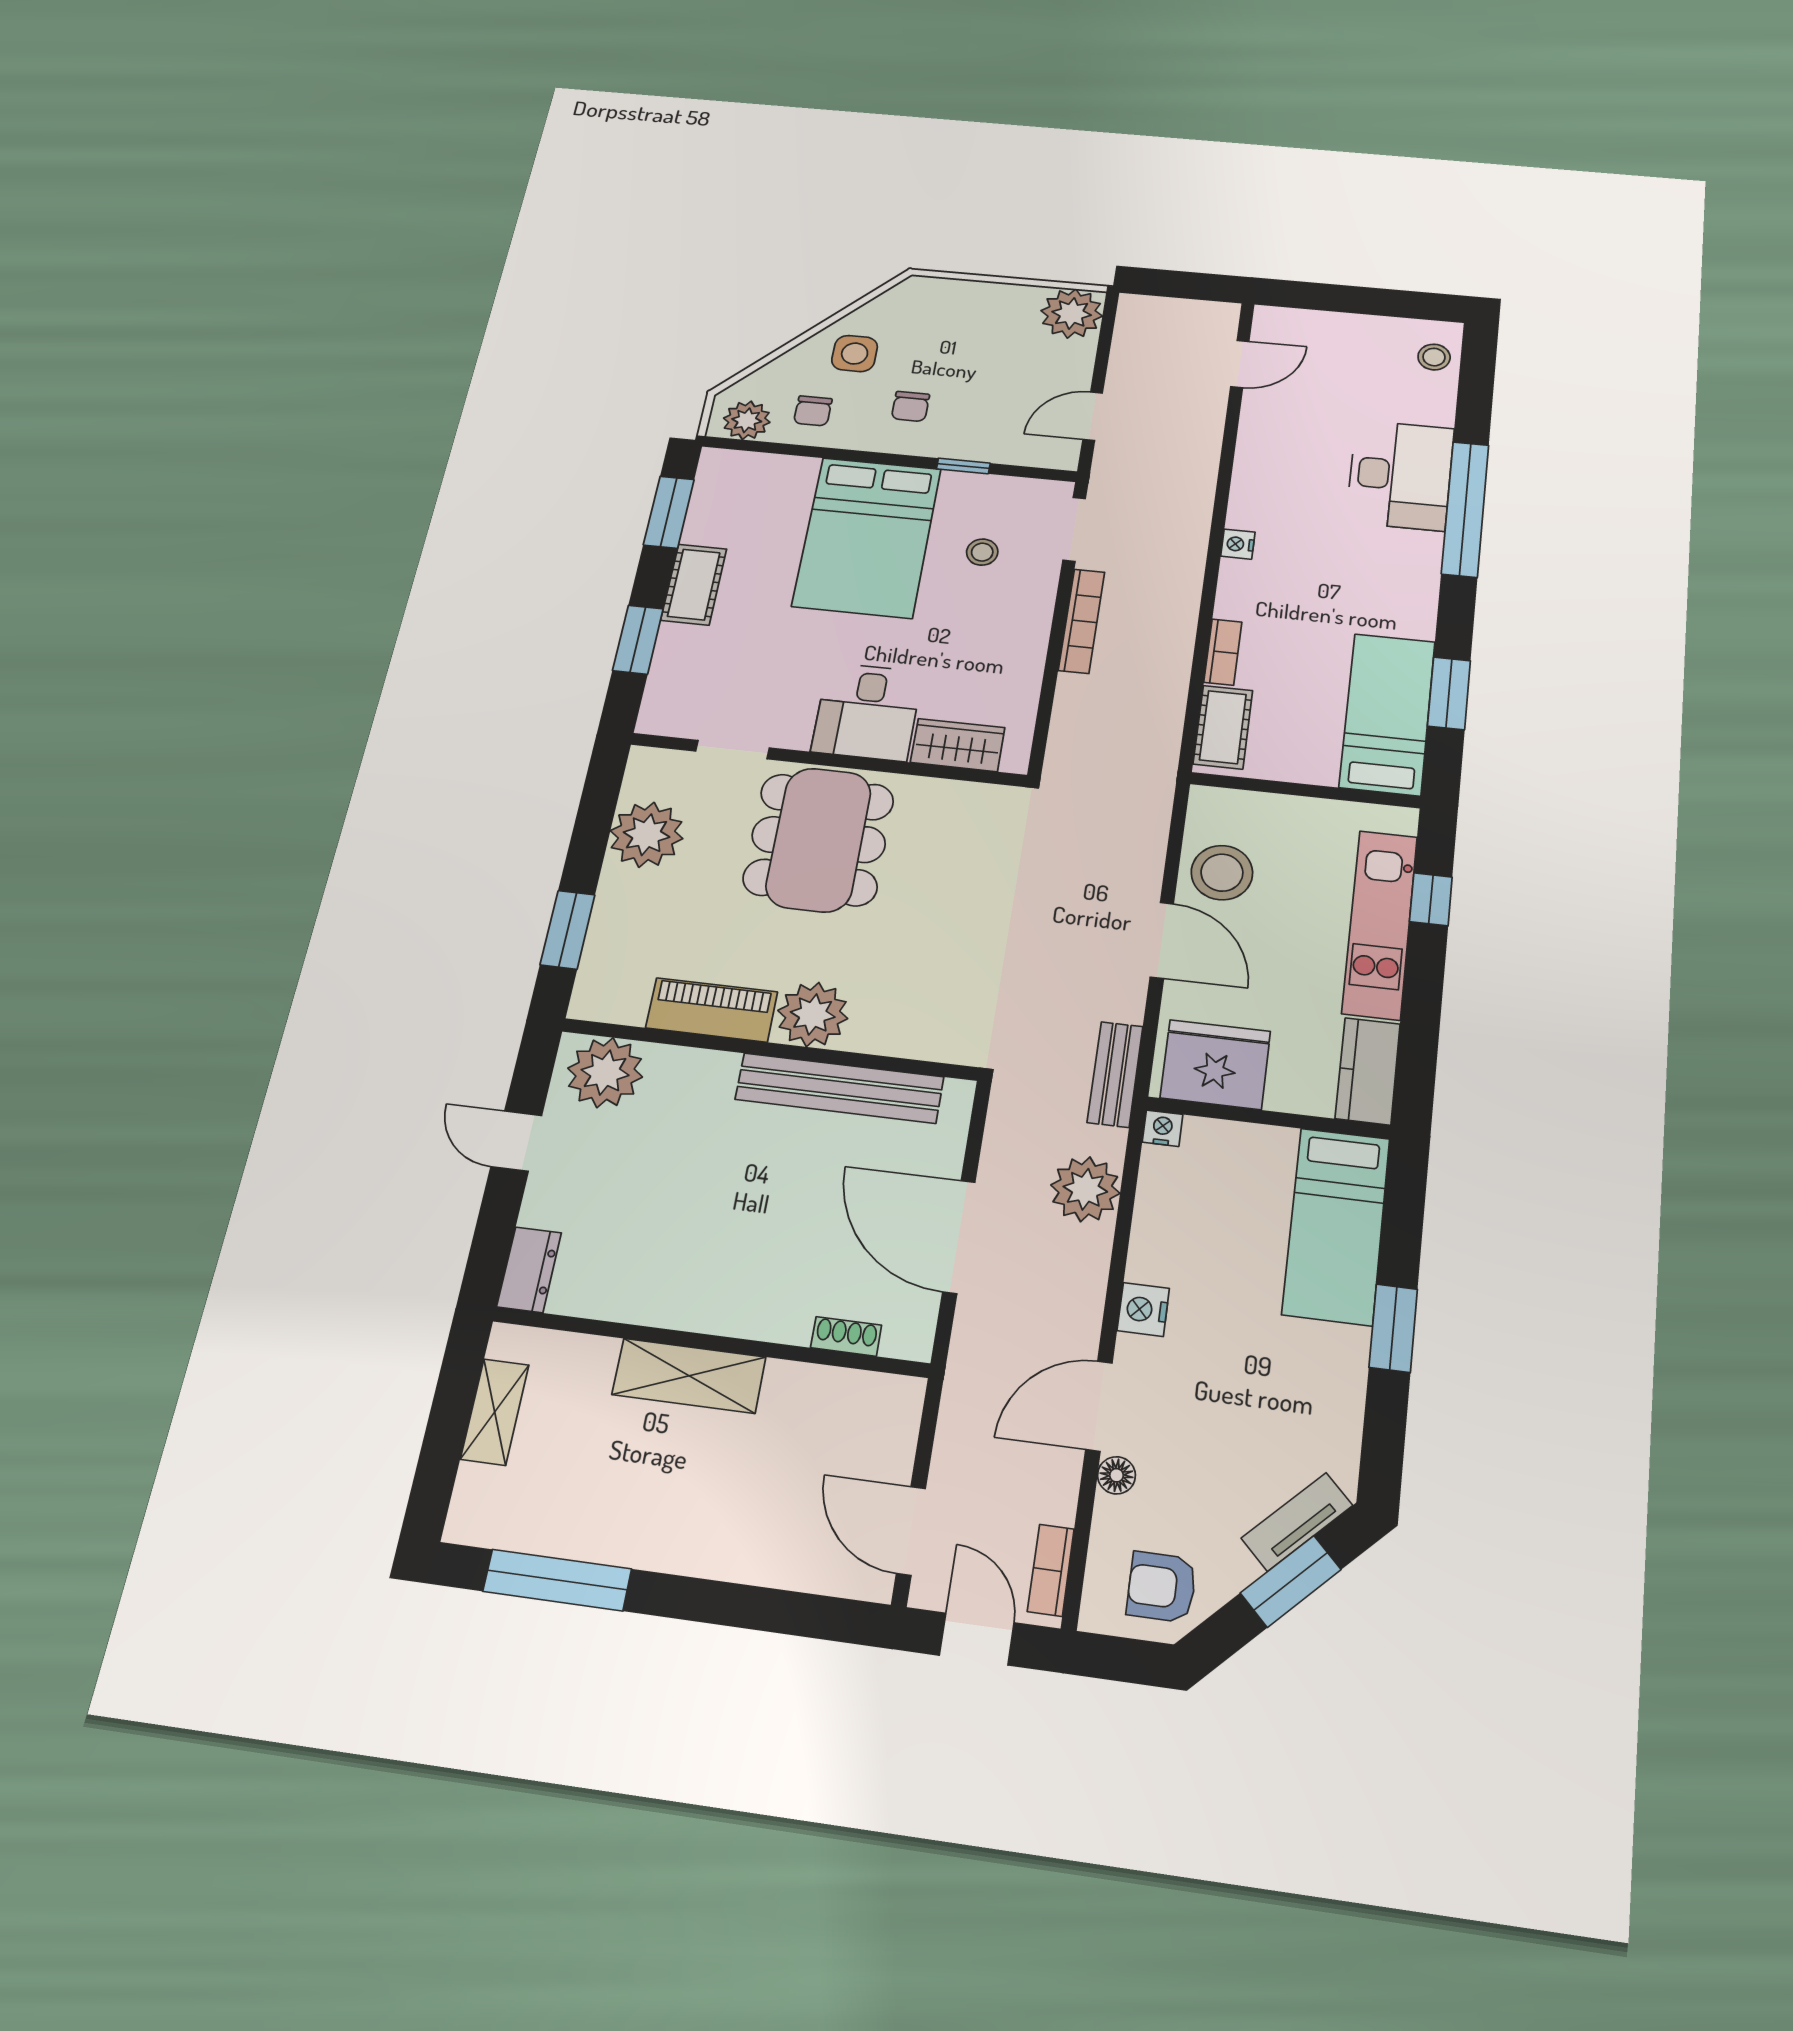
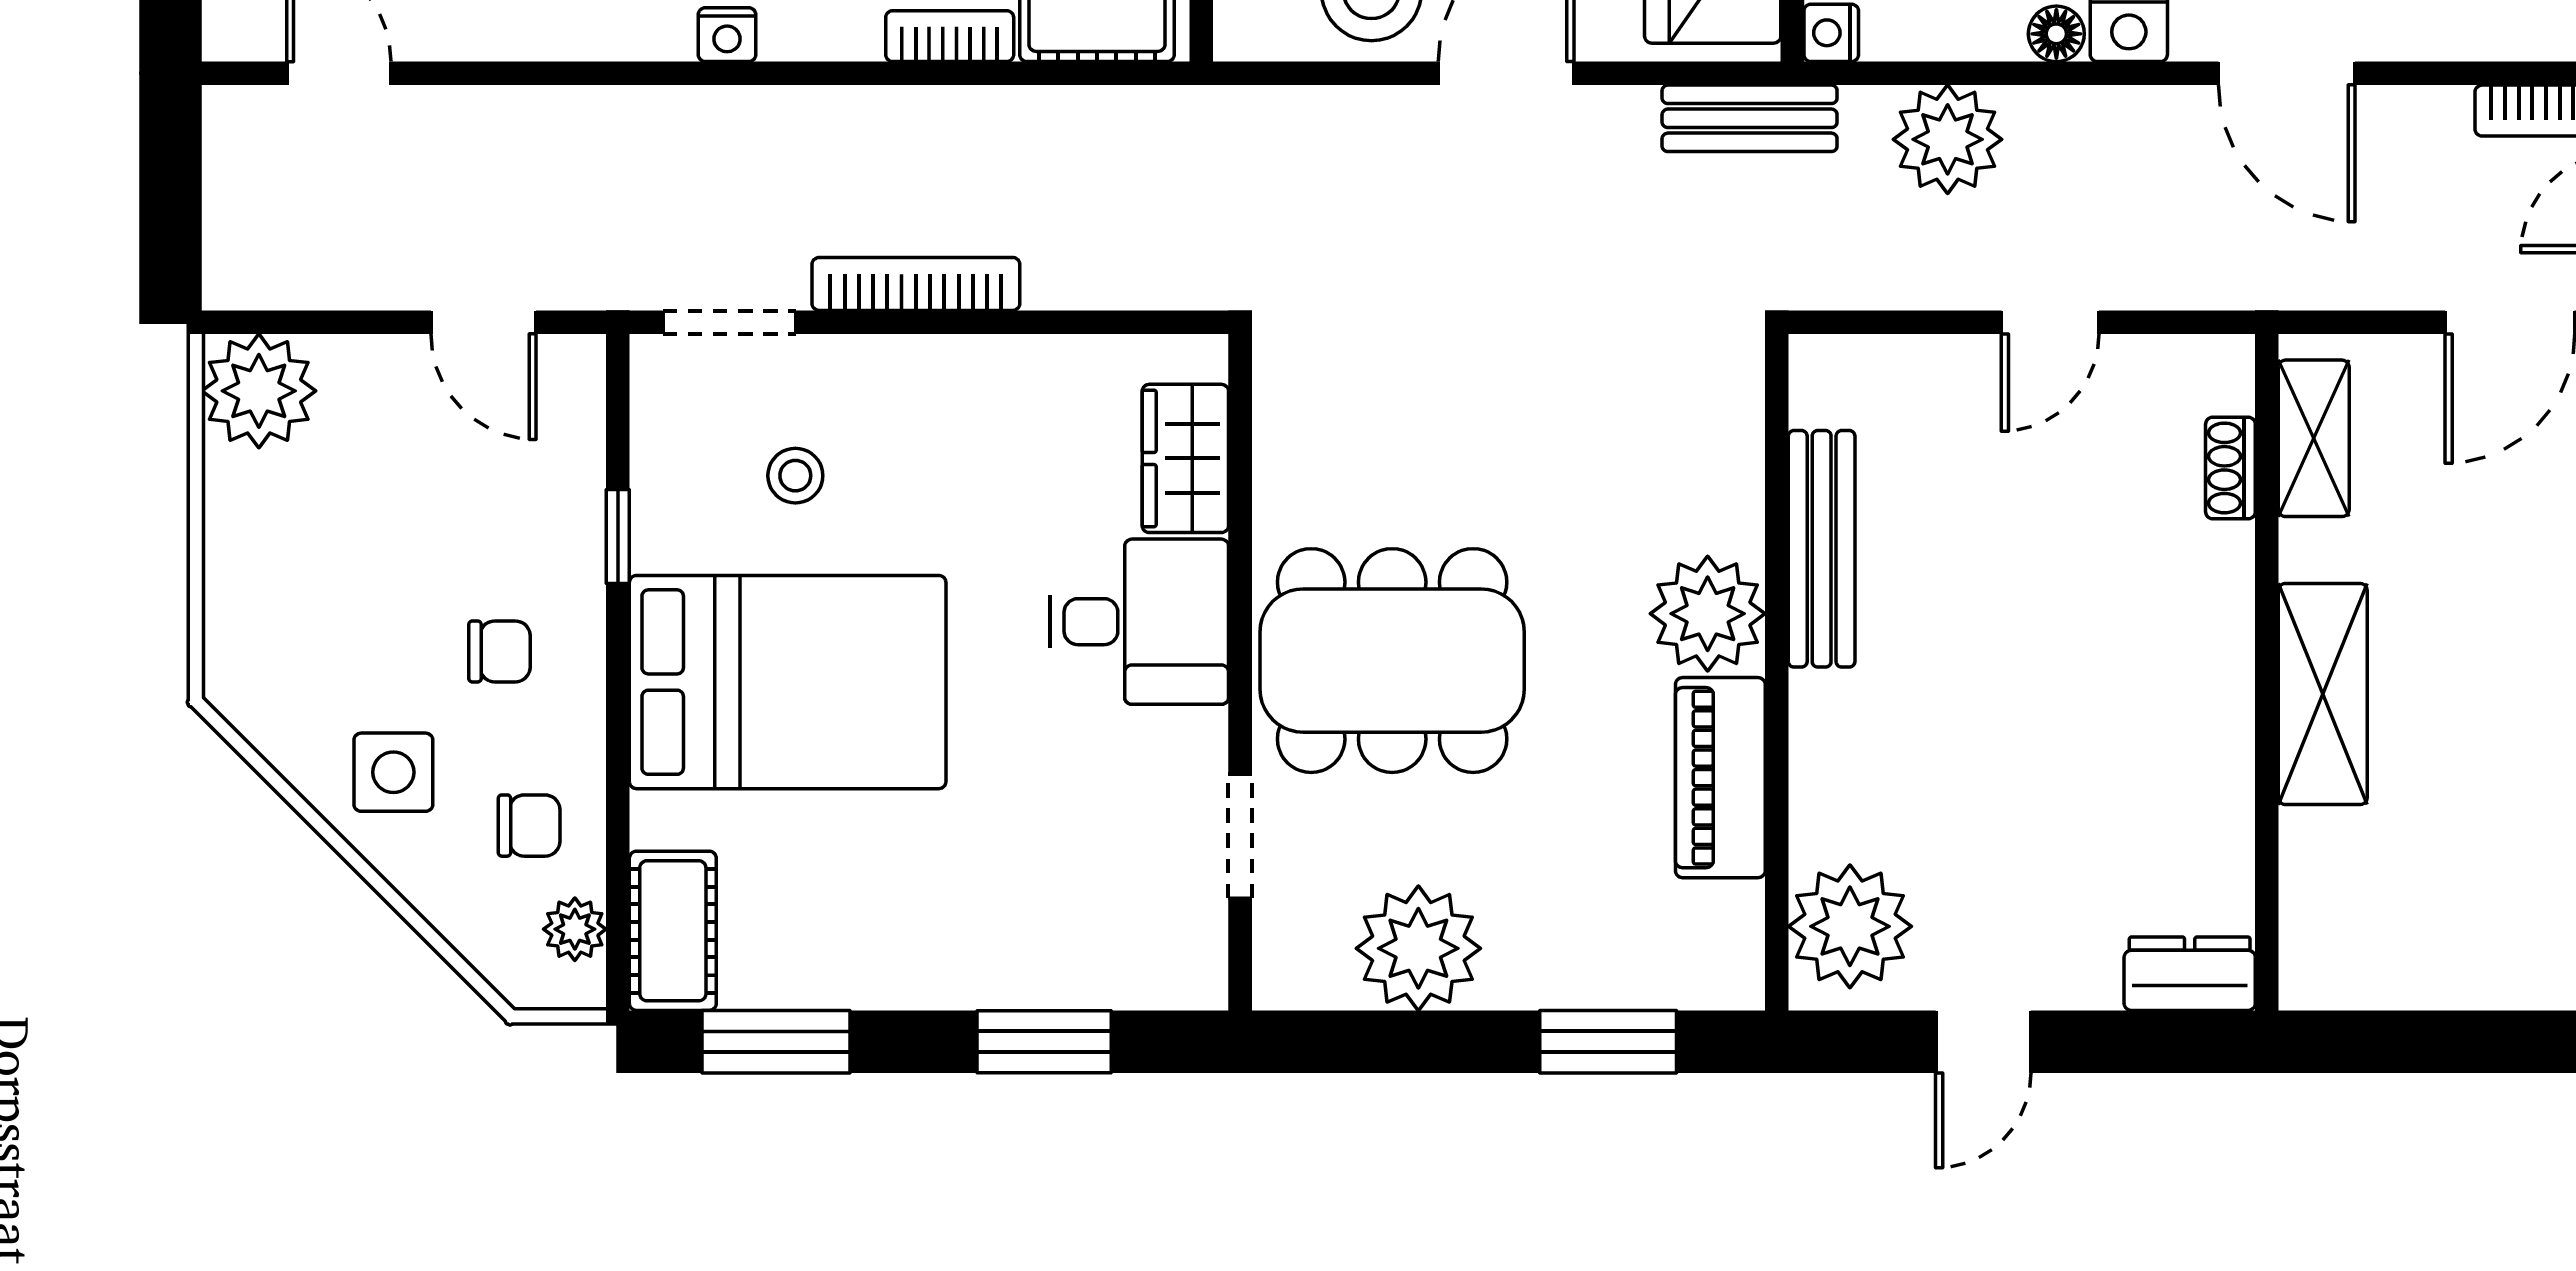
plant: (747, 420) -> (575, 929), width x0.73, depth x0.73
cot: (694, 584) -> (673, 931), moved, turned 90
bench: (839, 1088) -> (1822, 549), width x0.73, depth x0.82
door: (959, 1237) -> (2050, 322), width x0.53
shelving: (495, 1412) -> (2314, 438), moved, turned 90
floor lamp: (1117, 1475) -> (2056, 34), moved

